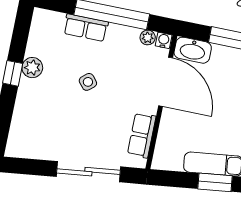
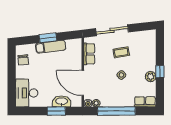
row of seats: (86, 28) -> (145, 102), moved
washbasin: (193, 50) -> (62, 101), moved
coffee table: (79, 126) -> (121, 52), added

